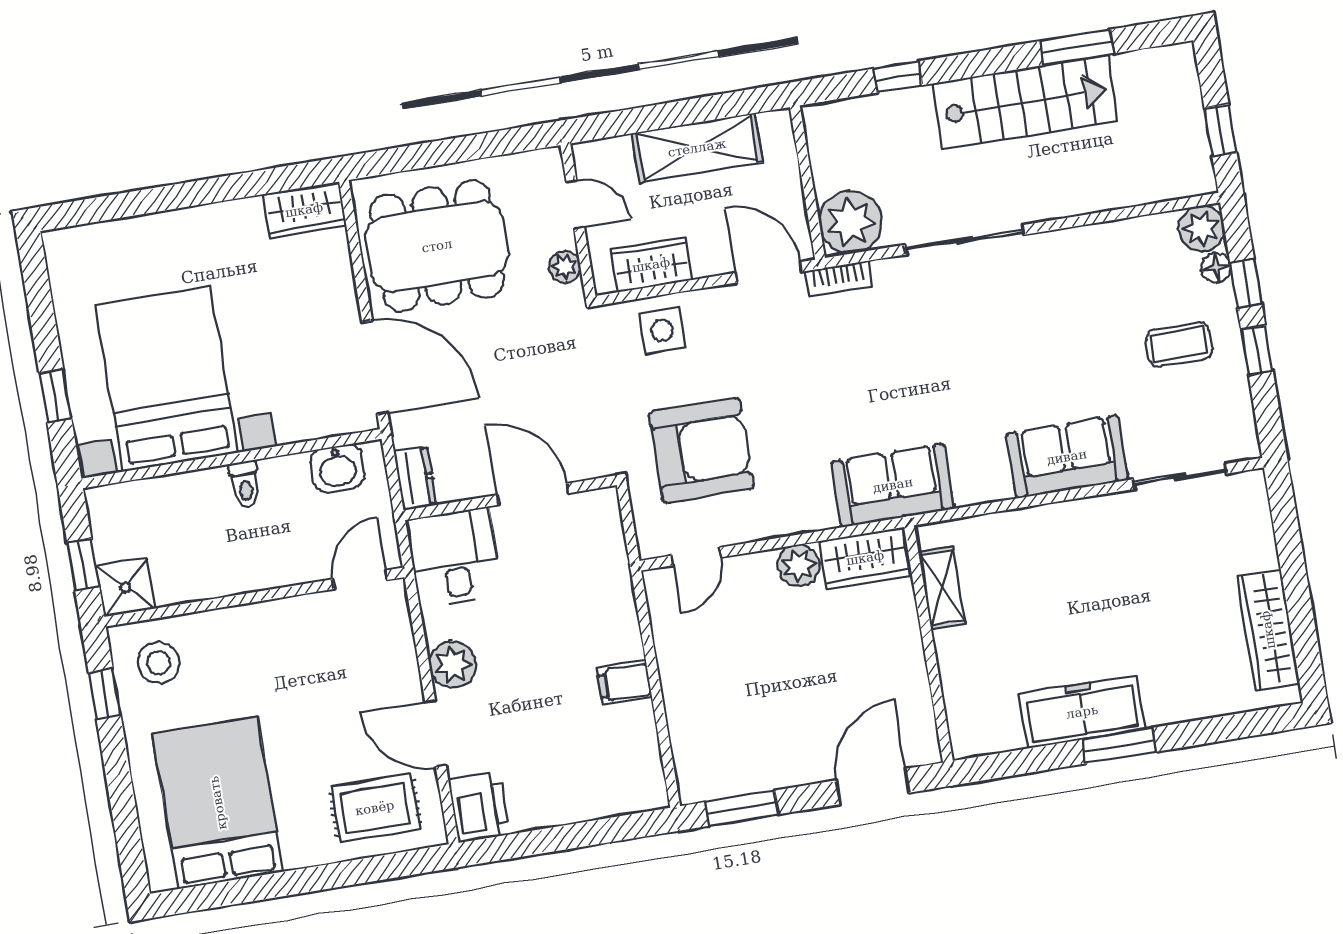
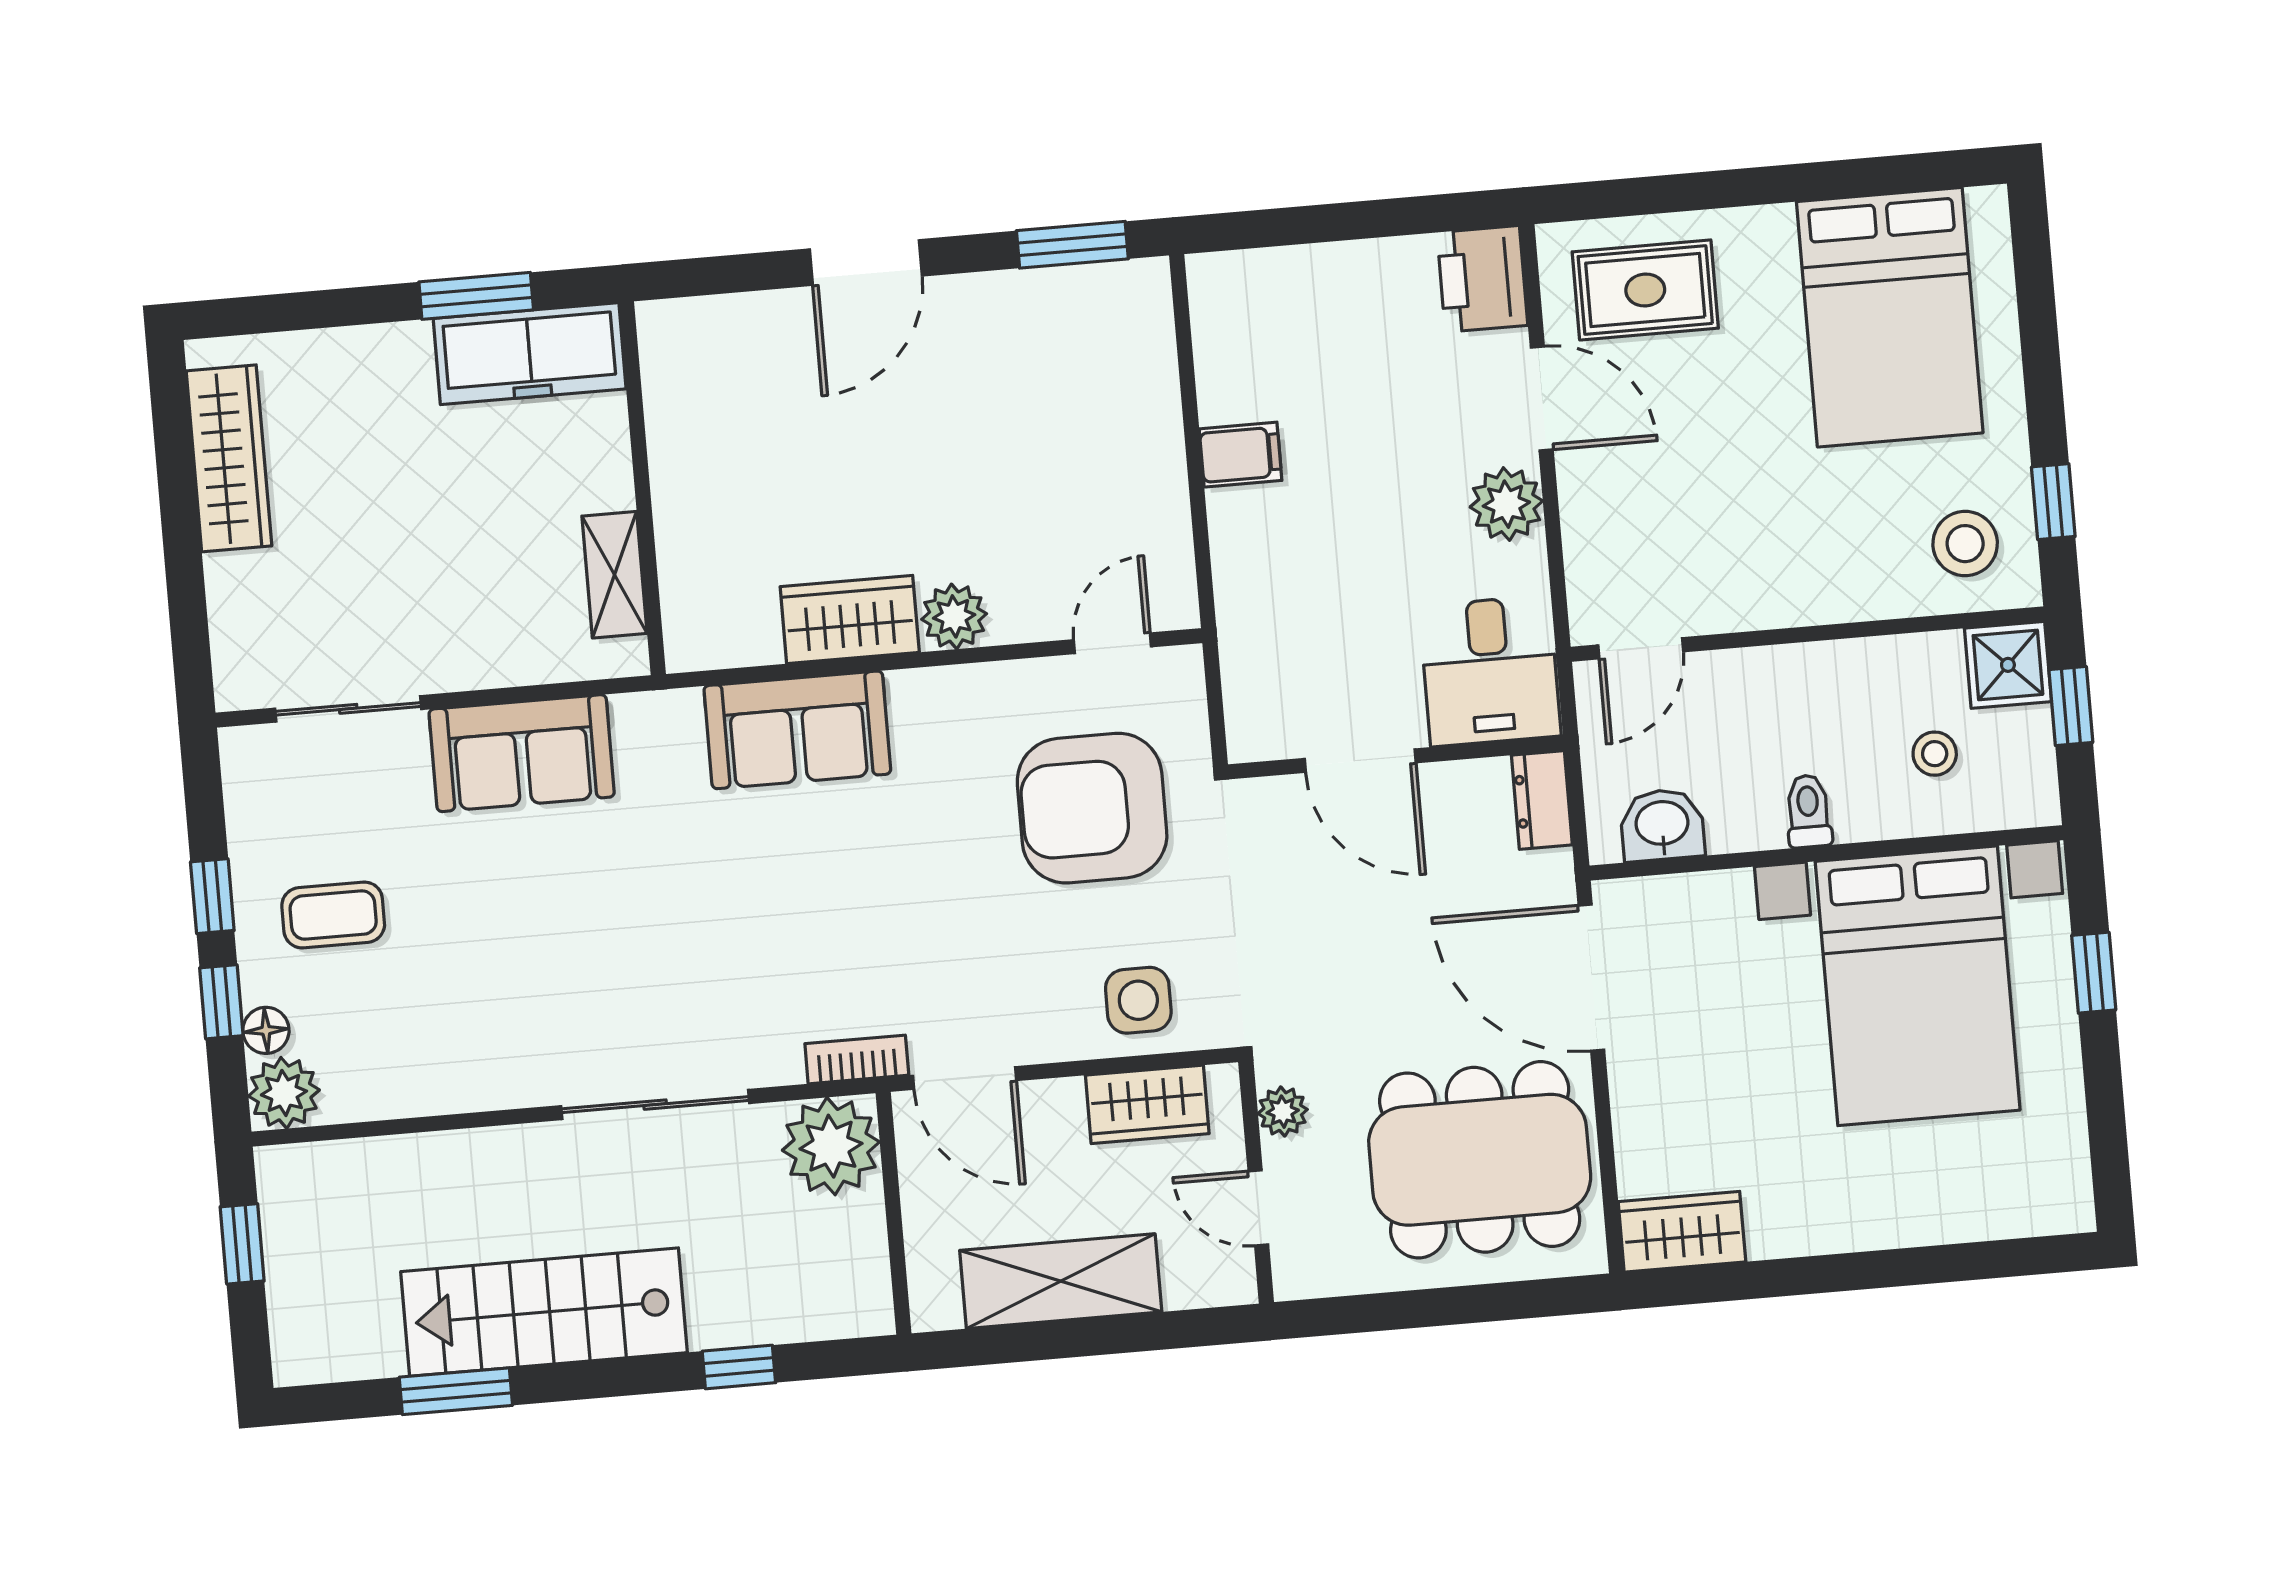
stool: (167, 527) -> (1935, 754), added
shelving: (942, 588) -> (614, 575), moved
wall: (928, 644) -> (642, 488), moved

